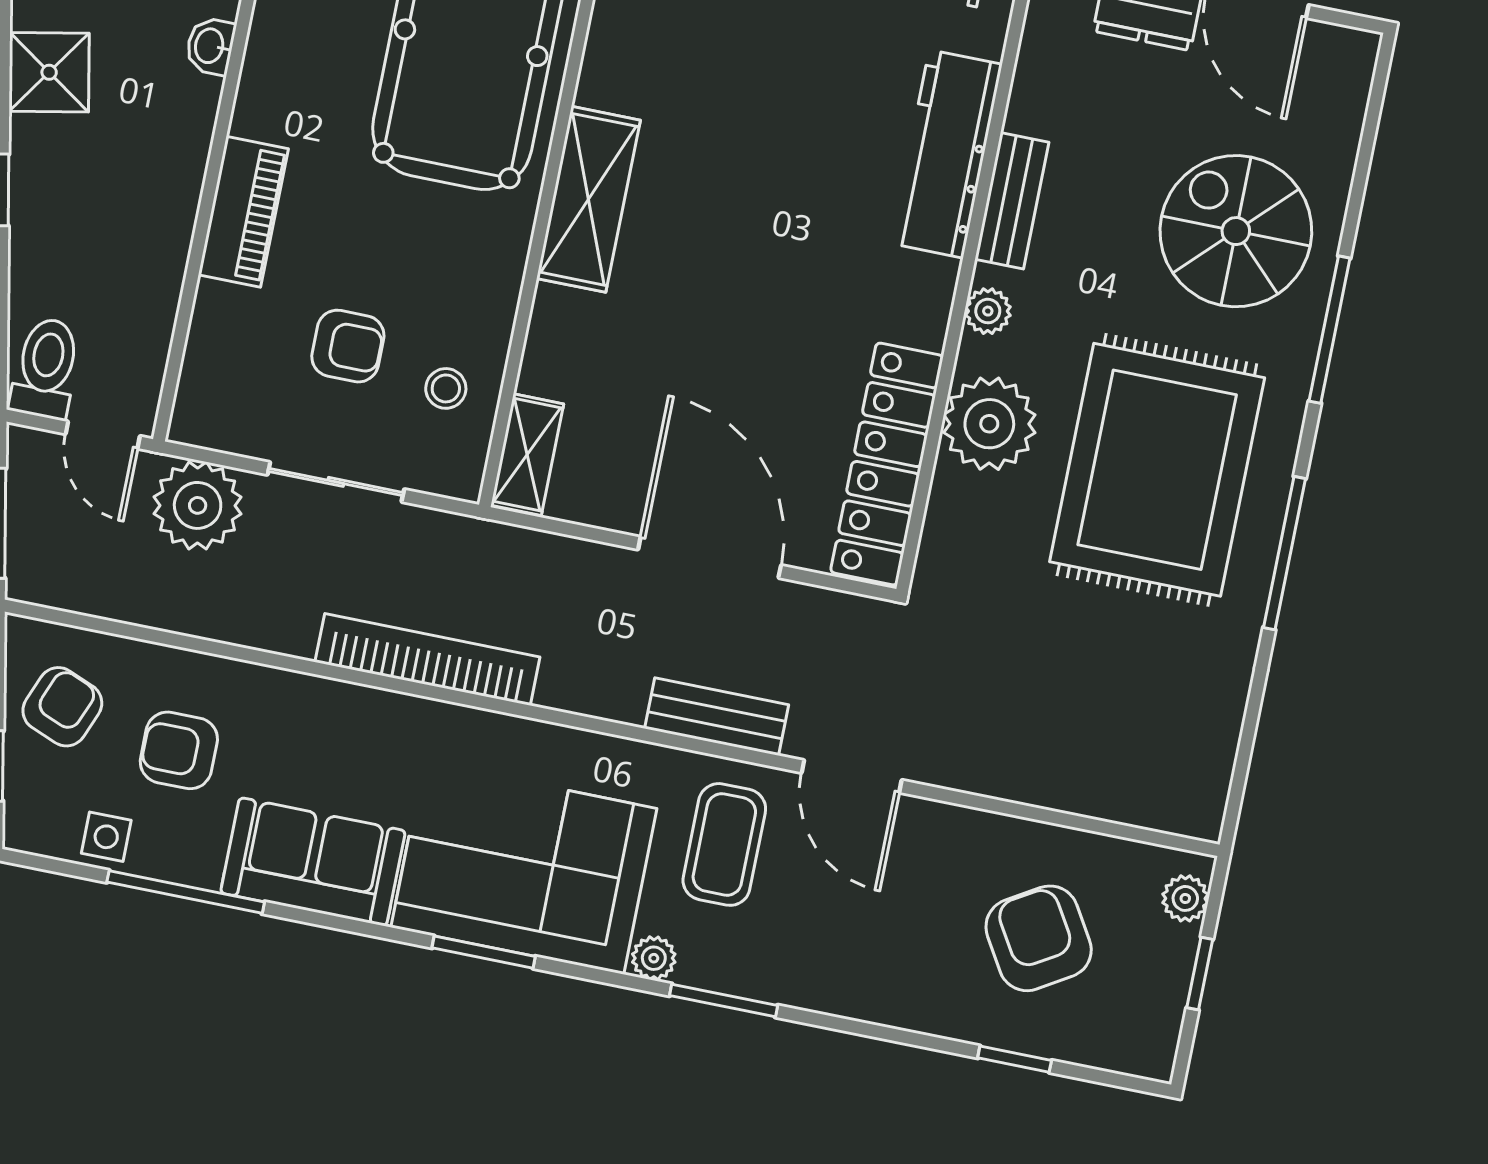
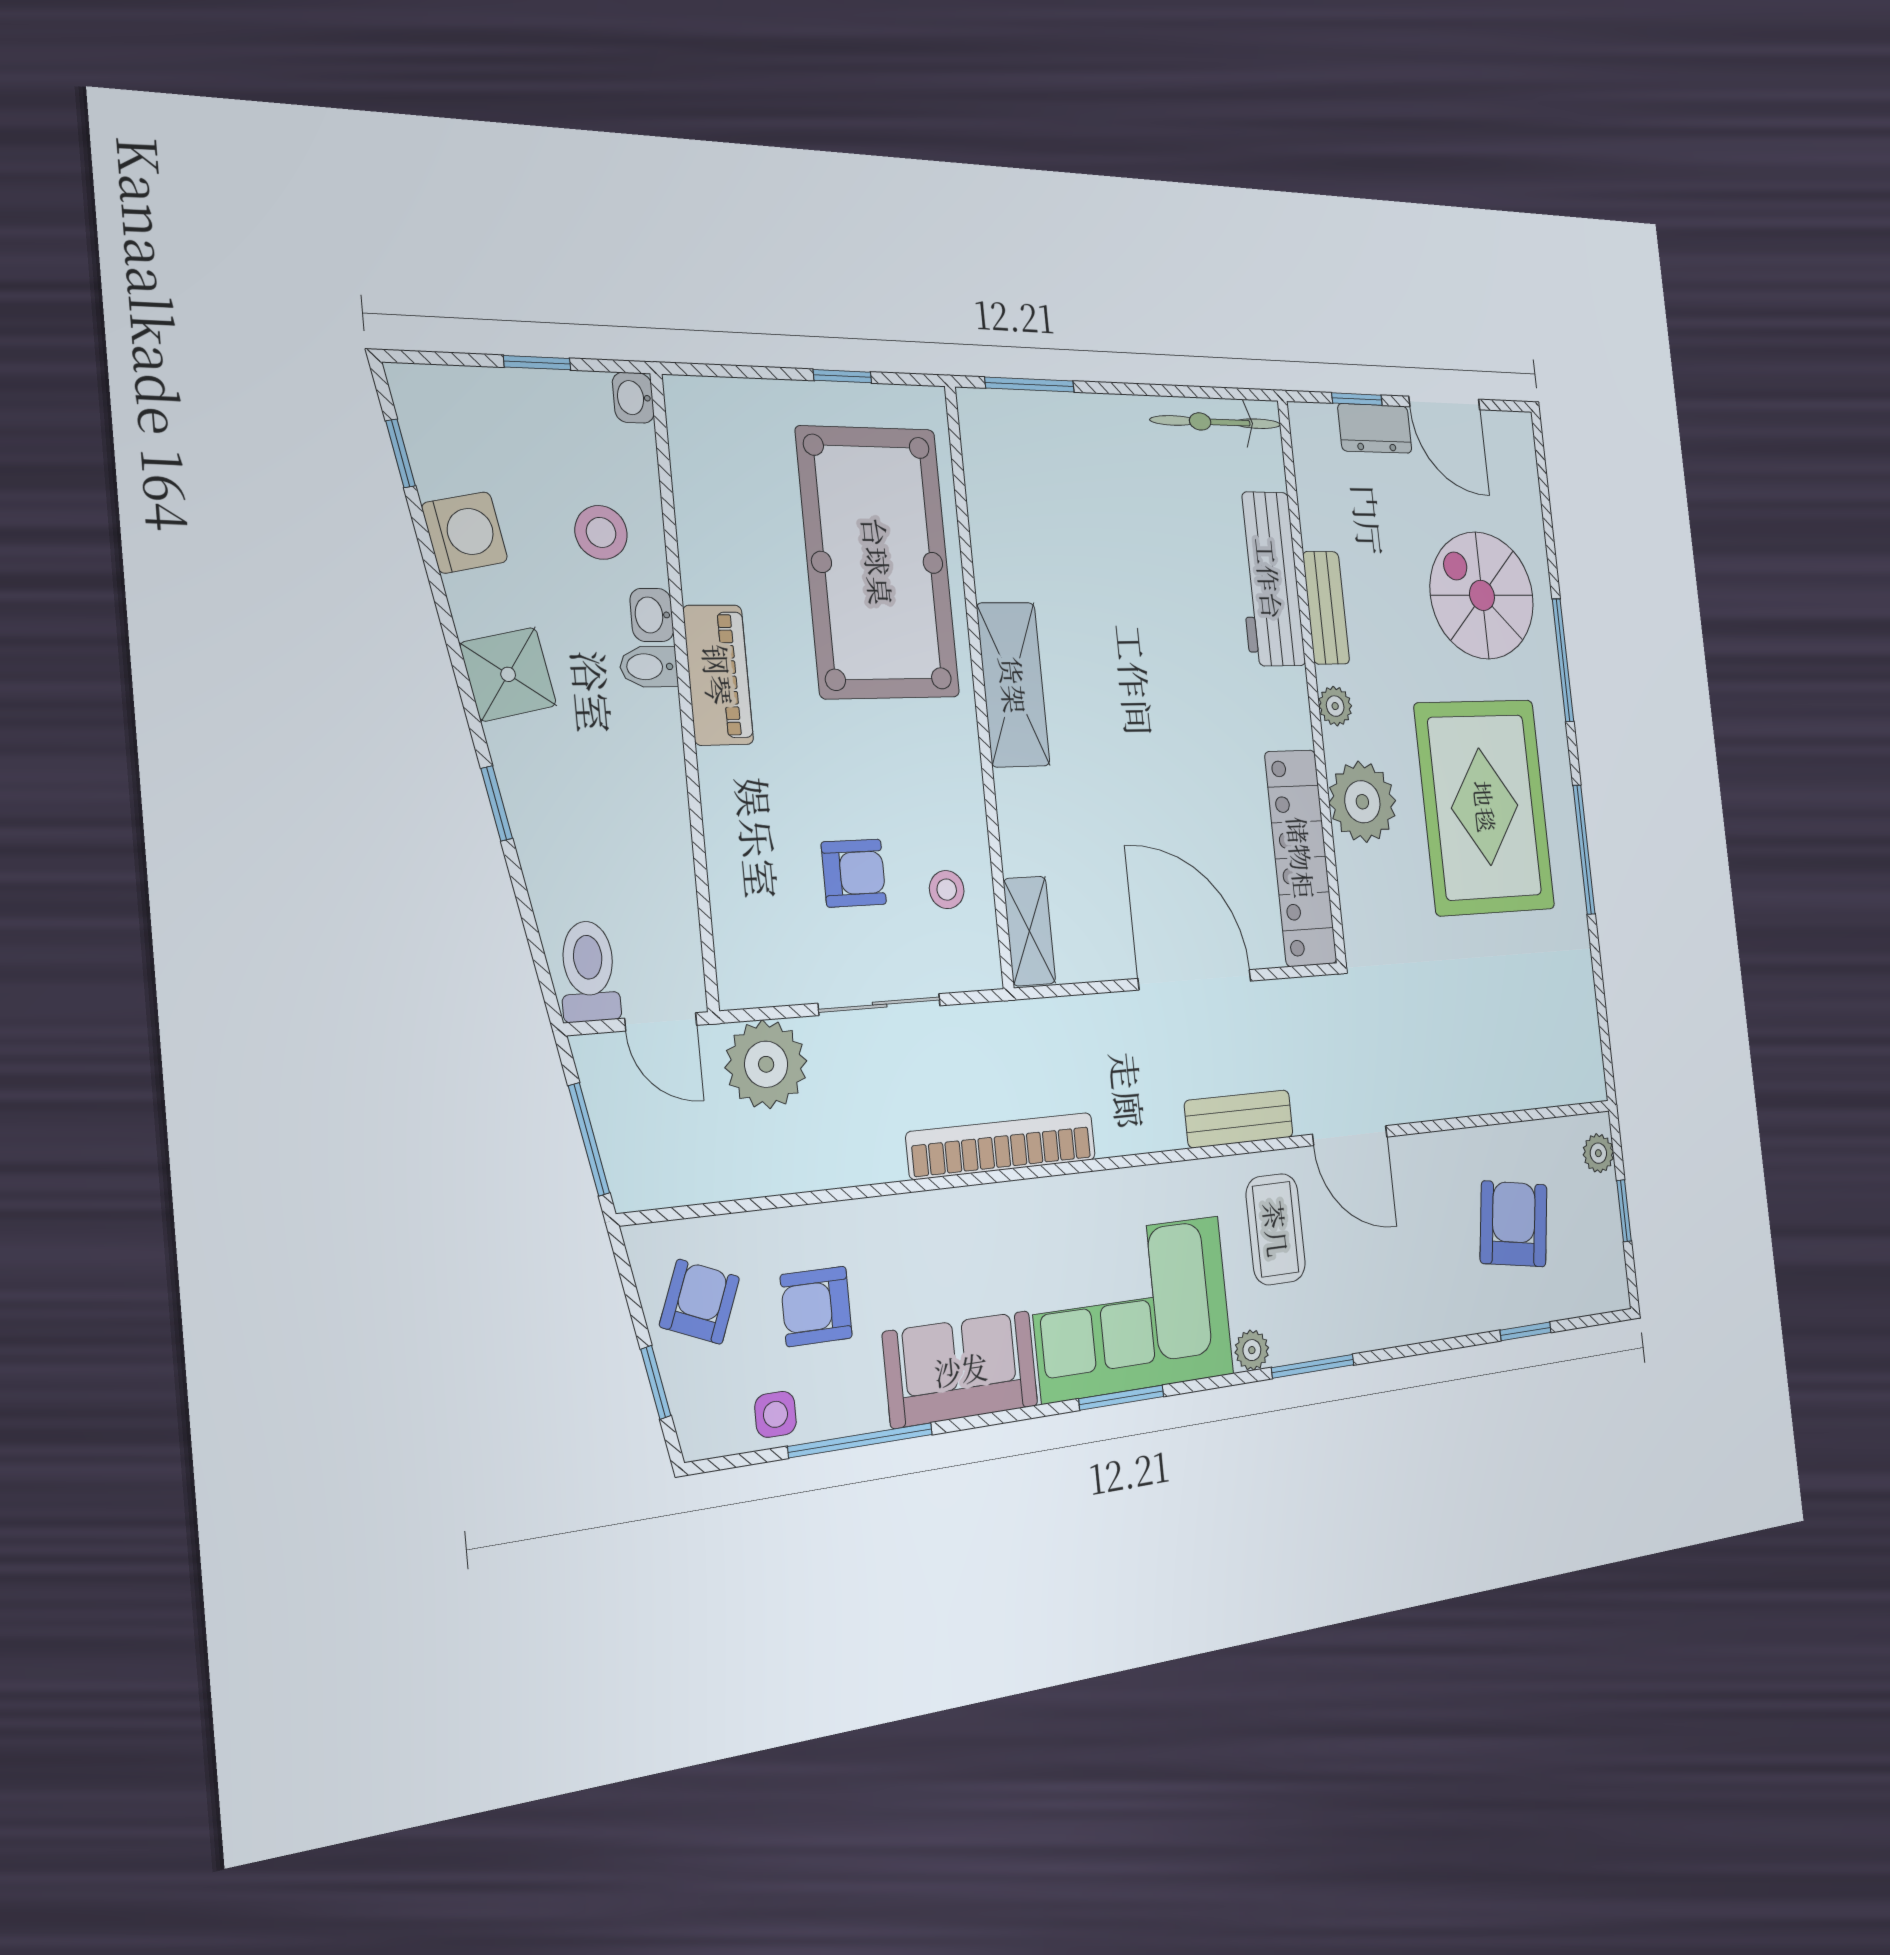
bidet: (192, 95) -> (649, 667), added
piano: (243, 212) -> (718, 675), moved
armchair: (1039, 938) -> (1514, 1224), turned 40

